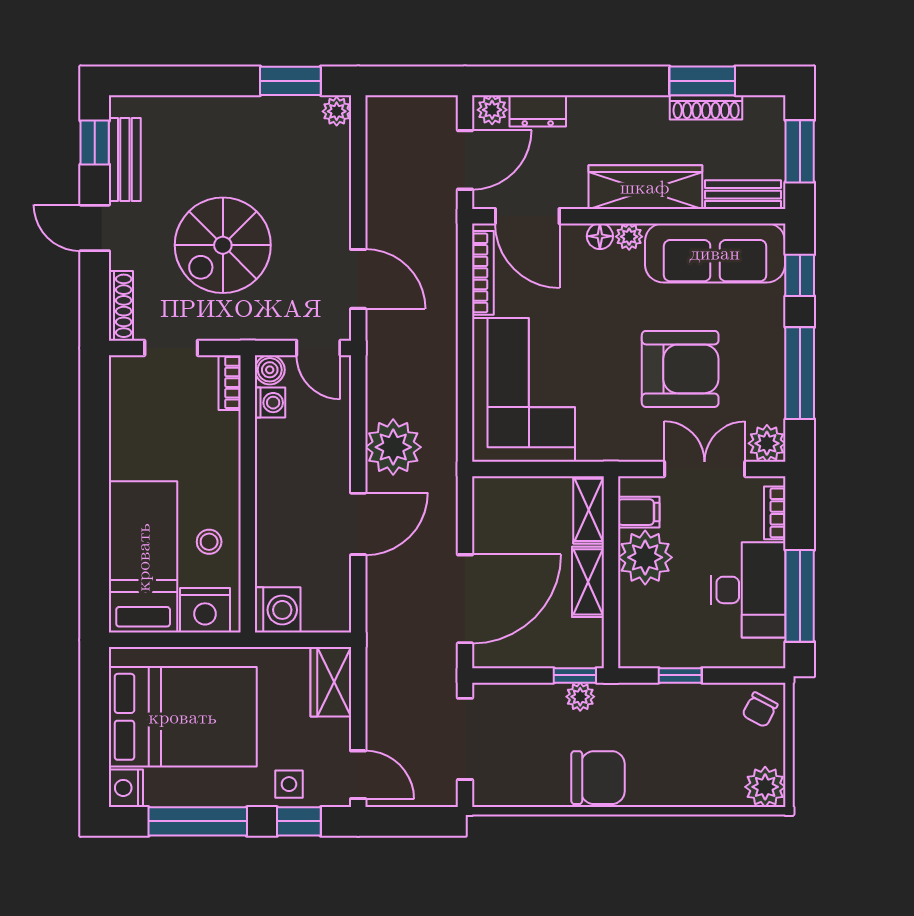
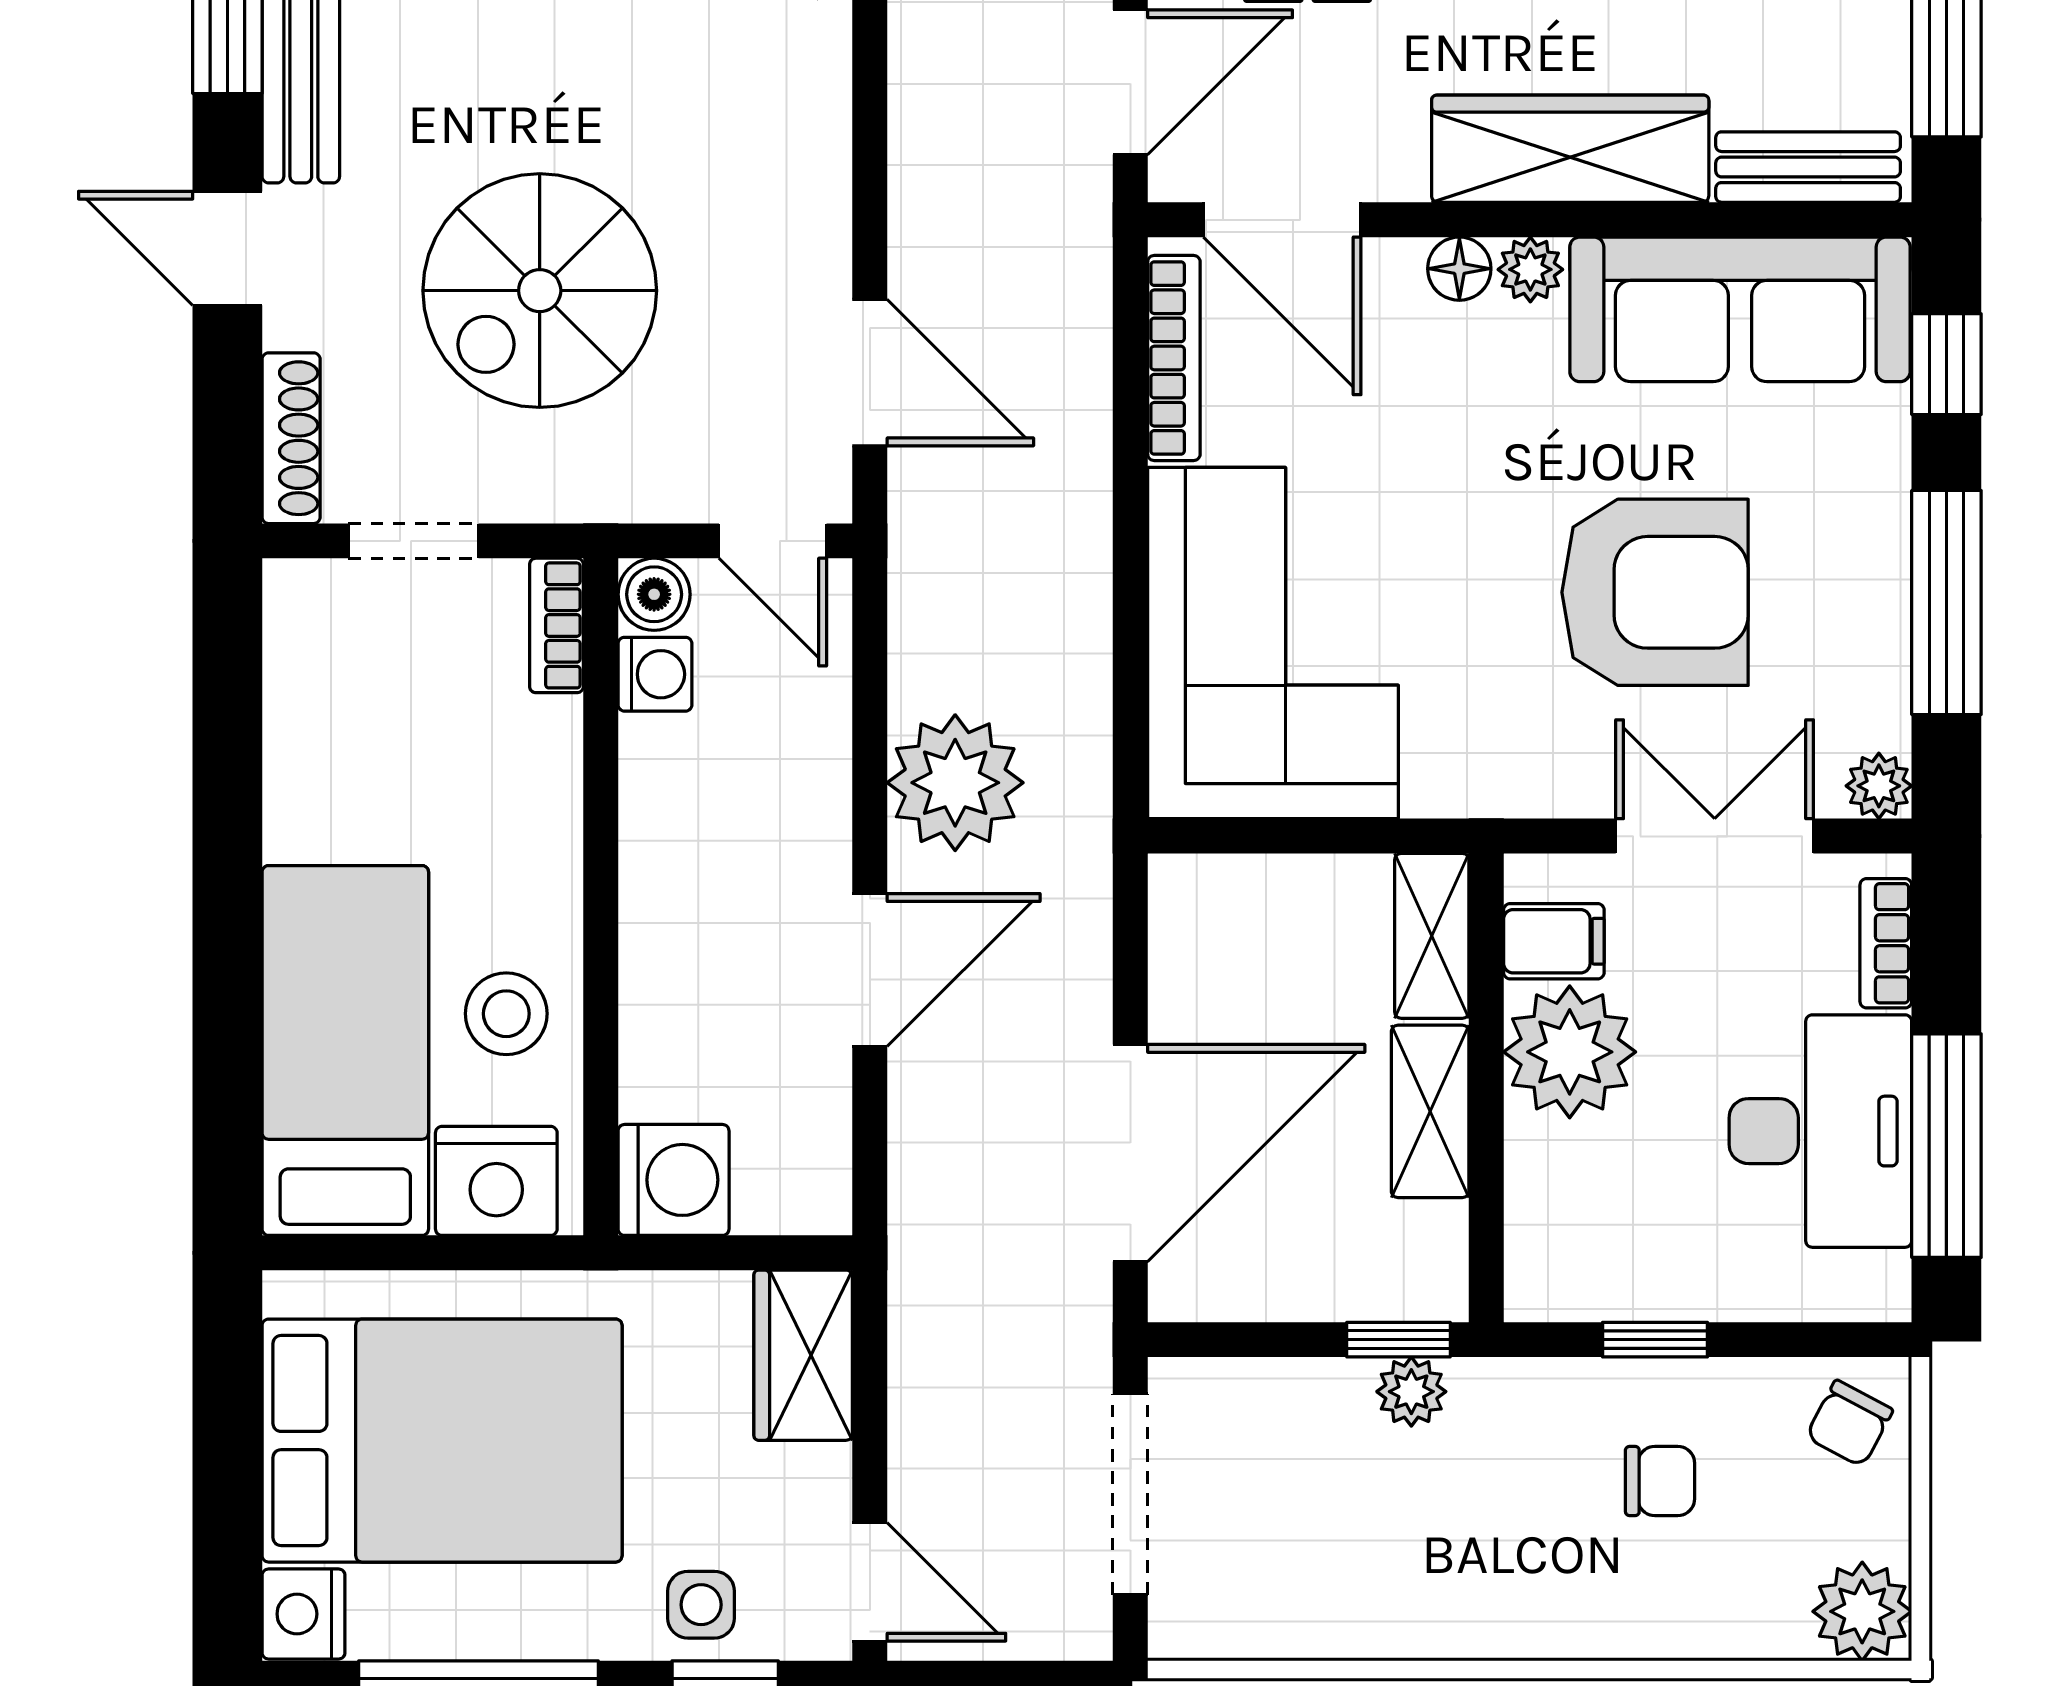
plant: (767, 443) -> (1879, 786), width x0.73, depth x0.73
stool: (209, 542) -> (506, 1014), width x1.37, depth x1.37
chair: (598, 778) -> (1660, 1481), moved, width x0.54, depth x0.54

